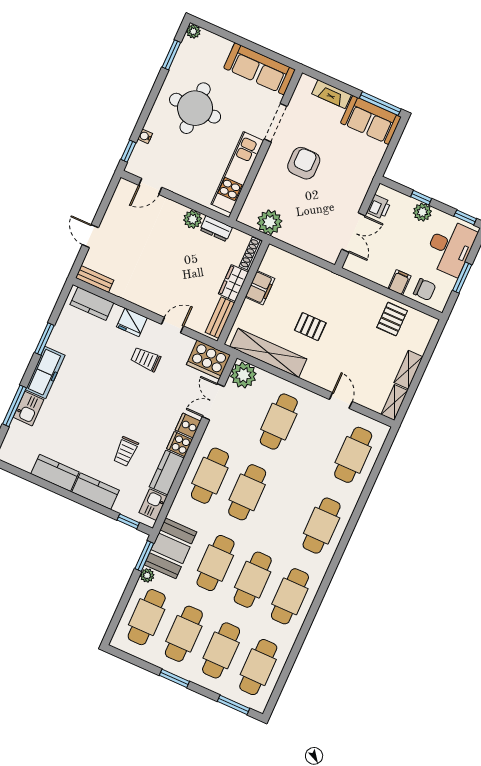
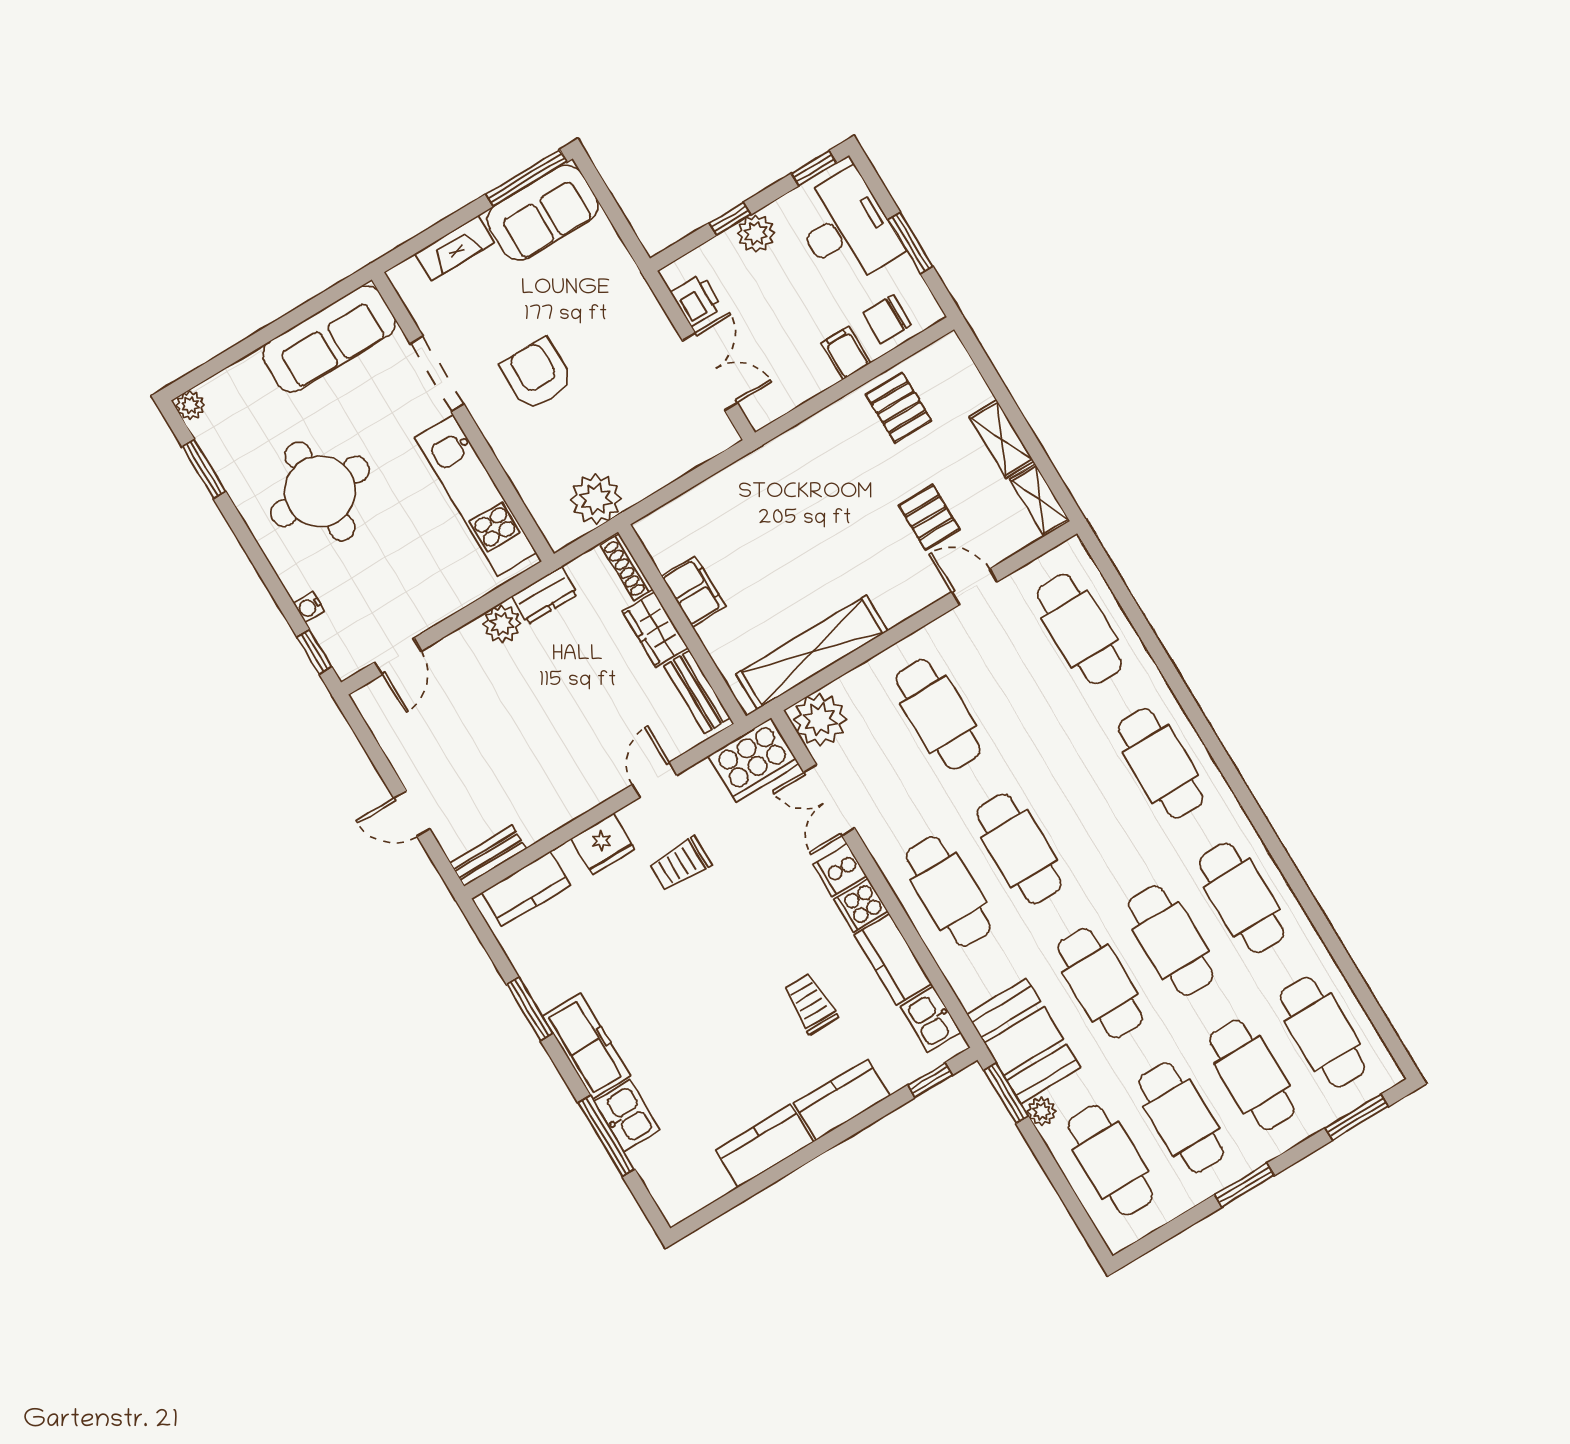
chair: (425, 290) -> (887, 319), turned 180
pallet: (310, 327) -> (929, 518), moved, turned 90
trolley: (126, 451) -> (811, 1004), turned 180

